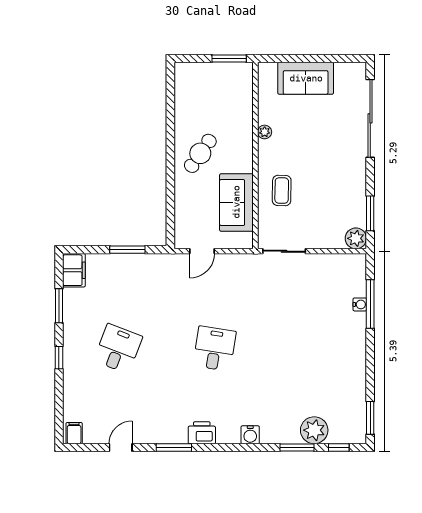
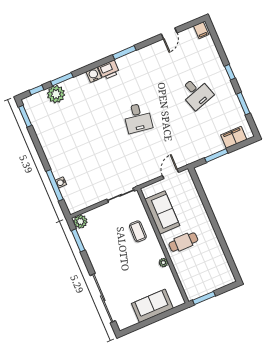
cafe table: (200, 153) -> (183, 242), moved, turned 55
filing cabinet: (74, 270) -> (234, 137), moved, turned 90
desk: (118, 349) -> (196, 93), turned -39
printer: (202, 433) -> (109, 70), moved
window: (174, 448) -> (124, 53), moved

